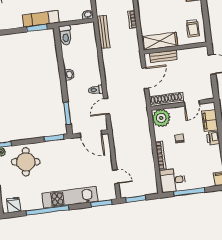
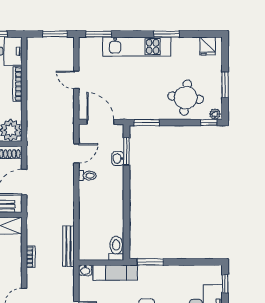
exam couch: (41, 19) -> (115, 273), moved
washbasin: (69, 75) -> (118, 159), moved
door: (116, 177) -> (76, 80), moved
window: (47, 210) -> (167, 34), width x0.47

